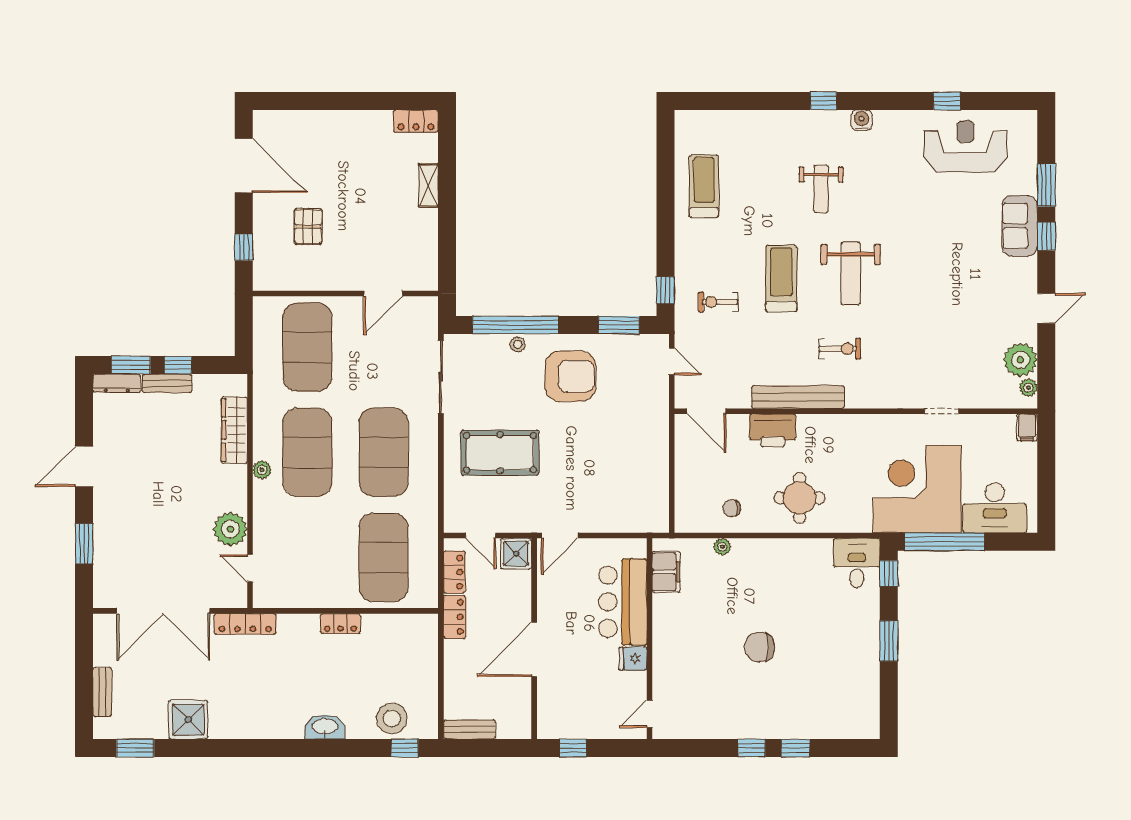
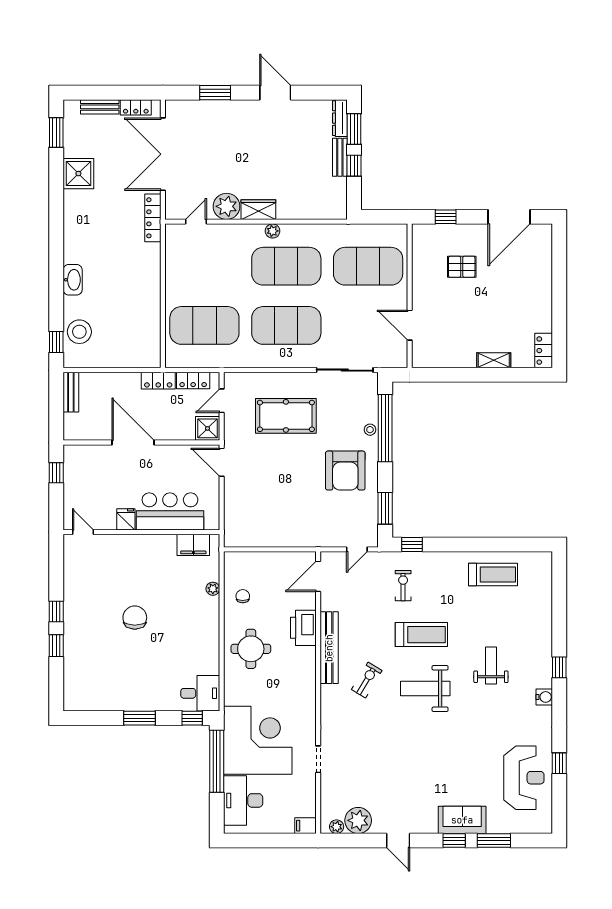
weight bench: (821, 189) -> (491, 666), turned 90
exercise bike: (840, 349) -> (367, 680), turned -149
wardrobe: (234, 430) -> (258, 210), moved, width x0.67
pool table: (500, 453) -> (286, 416), turned 90
locker: (341, 624) -> (136, 107), moved, turned -90

